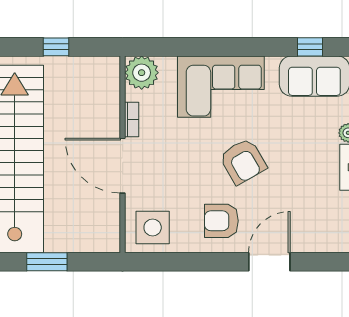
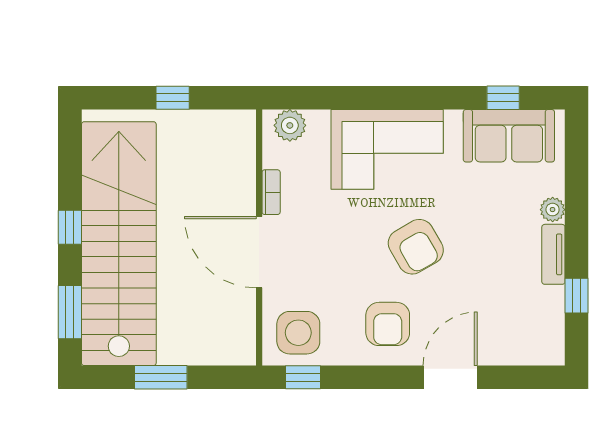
plant: (142, 73) -> (290, 125), width x0.73, depth x0.73
armchair: (221, 221) -> (388, 324), turned -90
window: (156, 262) -> (303, 377), added

